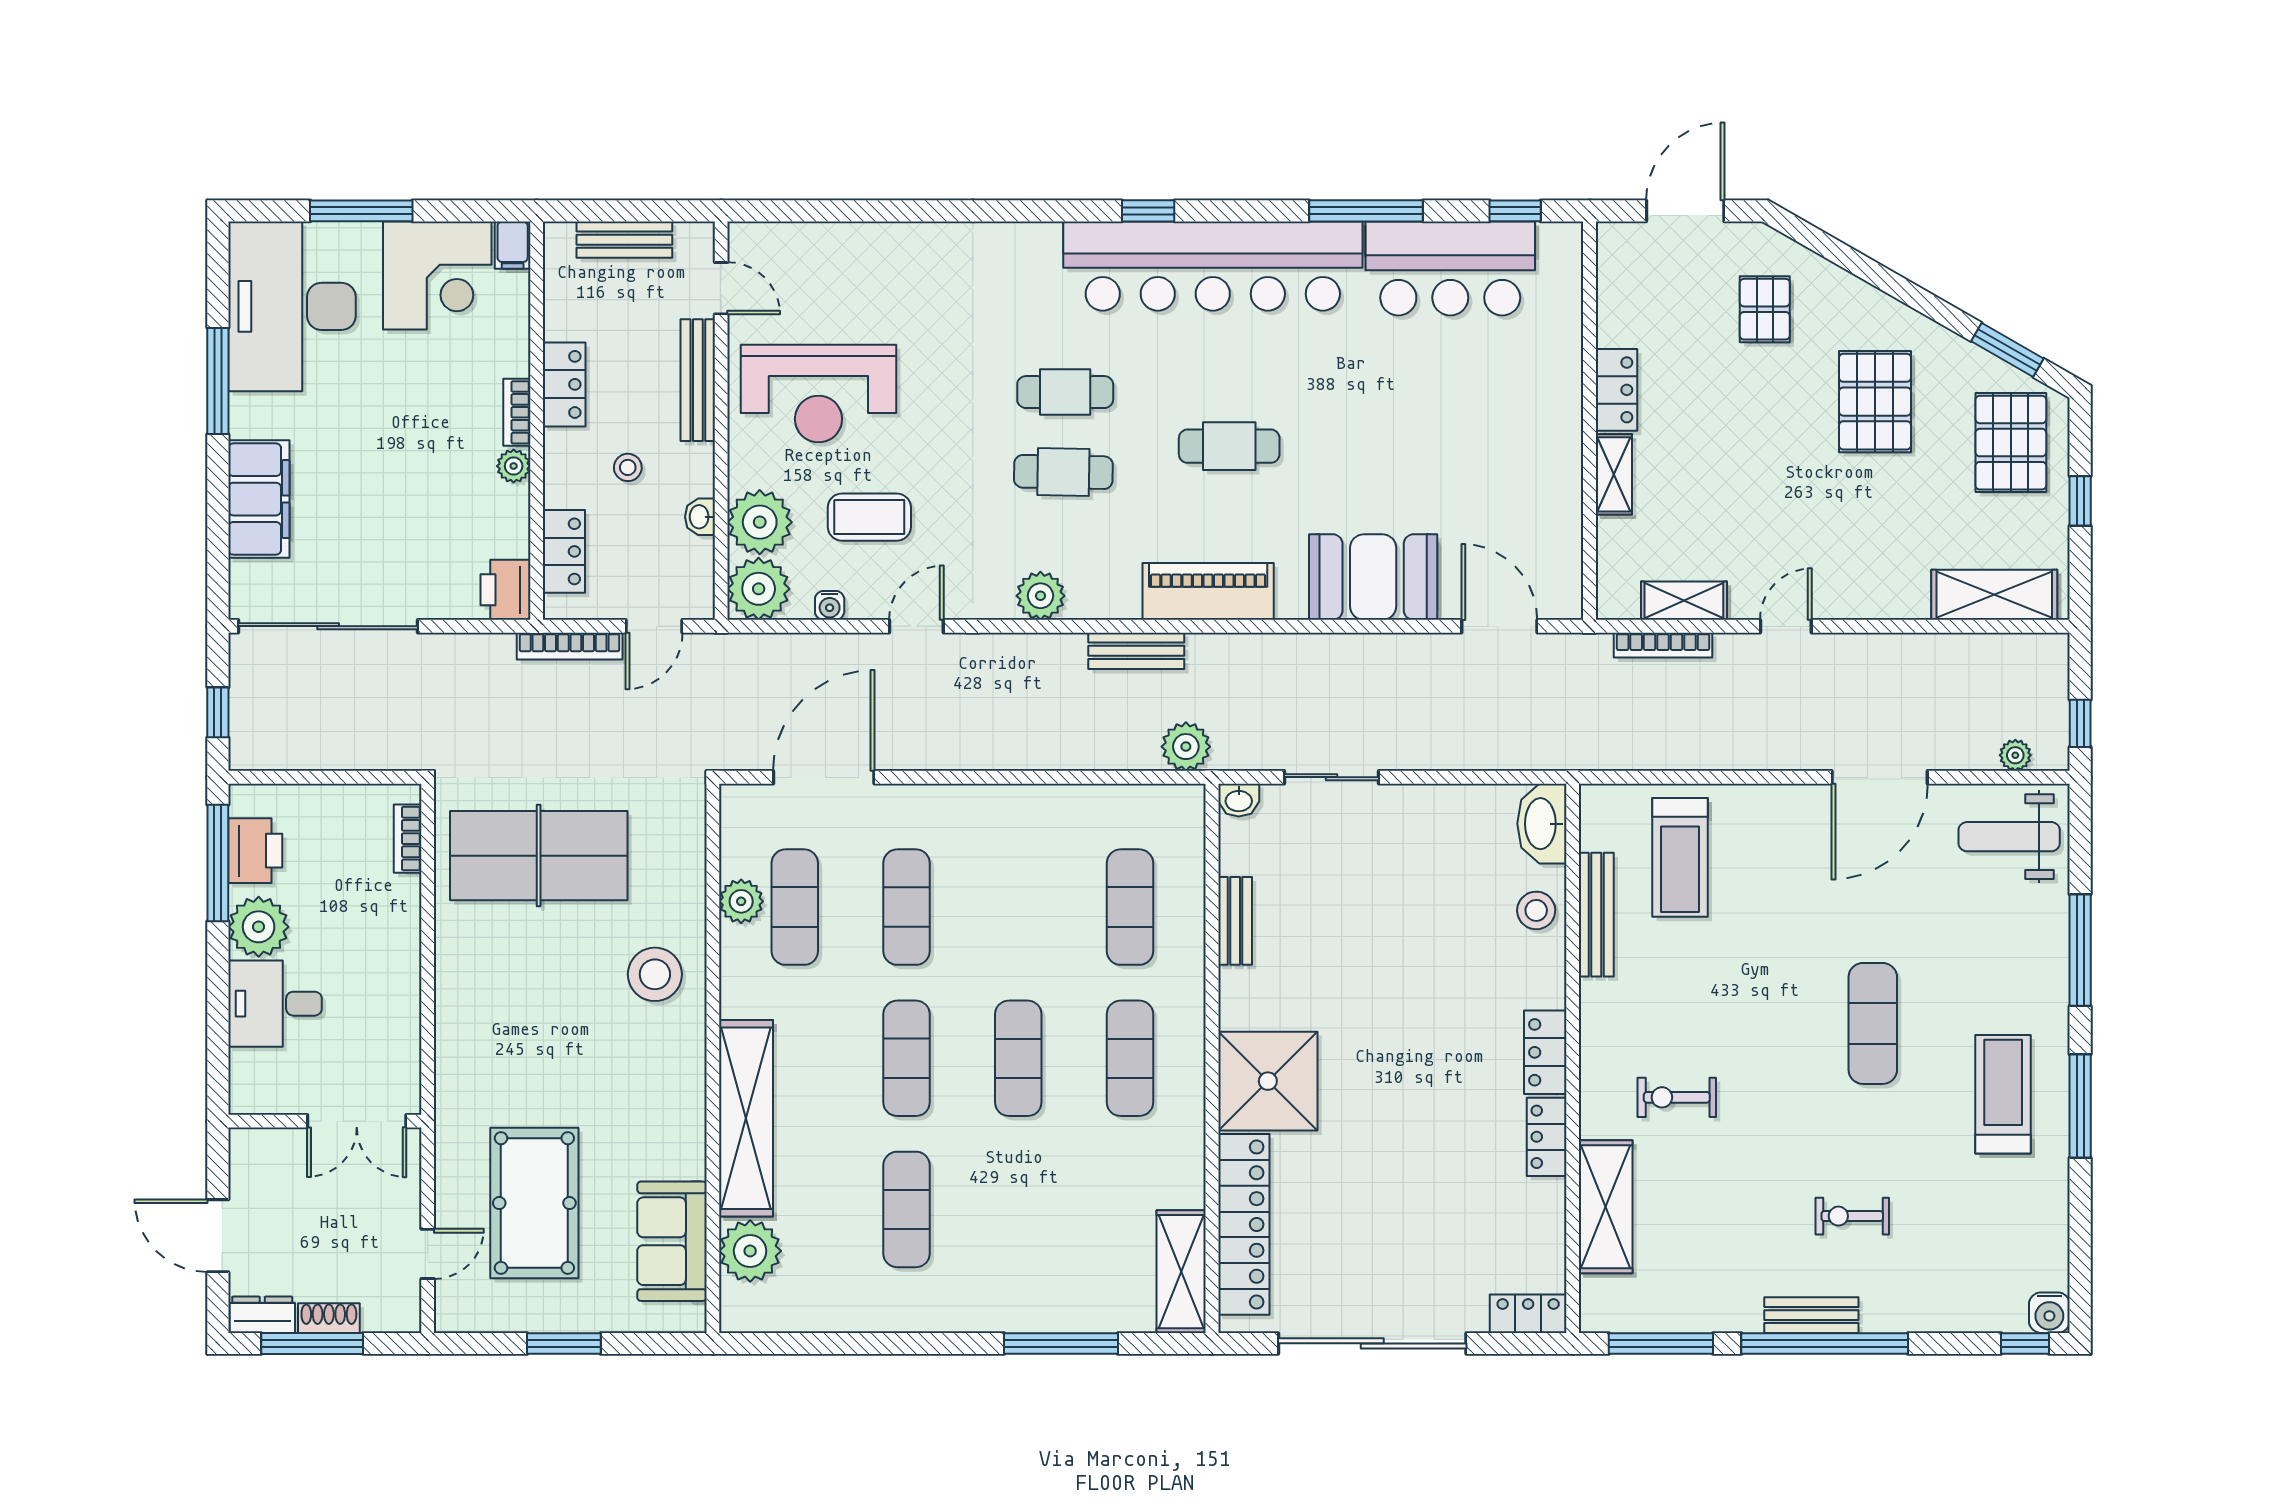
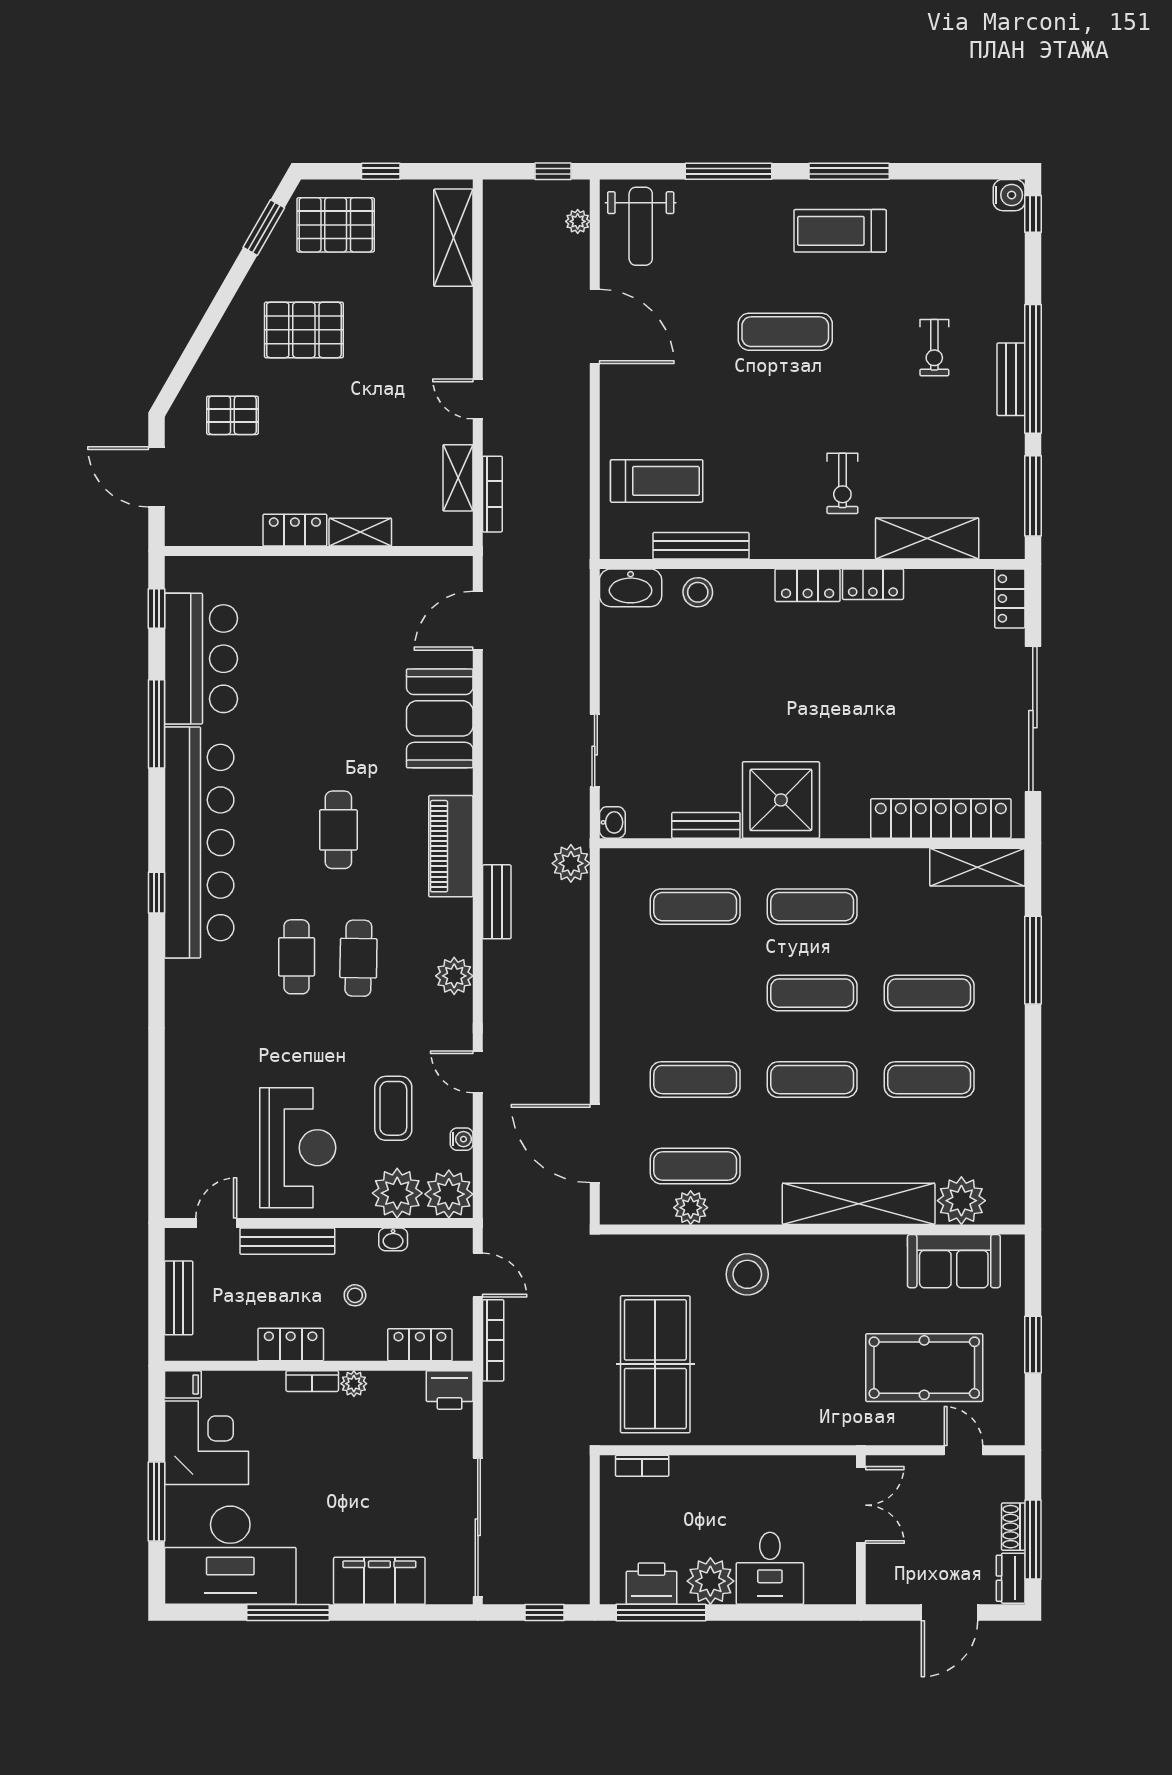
shower: (1268, 1081) -> (781, 800), moved
exercise mat: (1018, 1209) -> (929, 993), added

